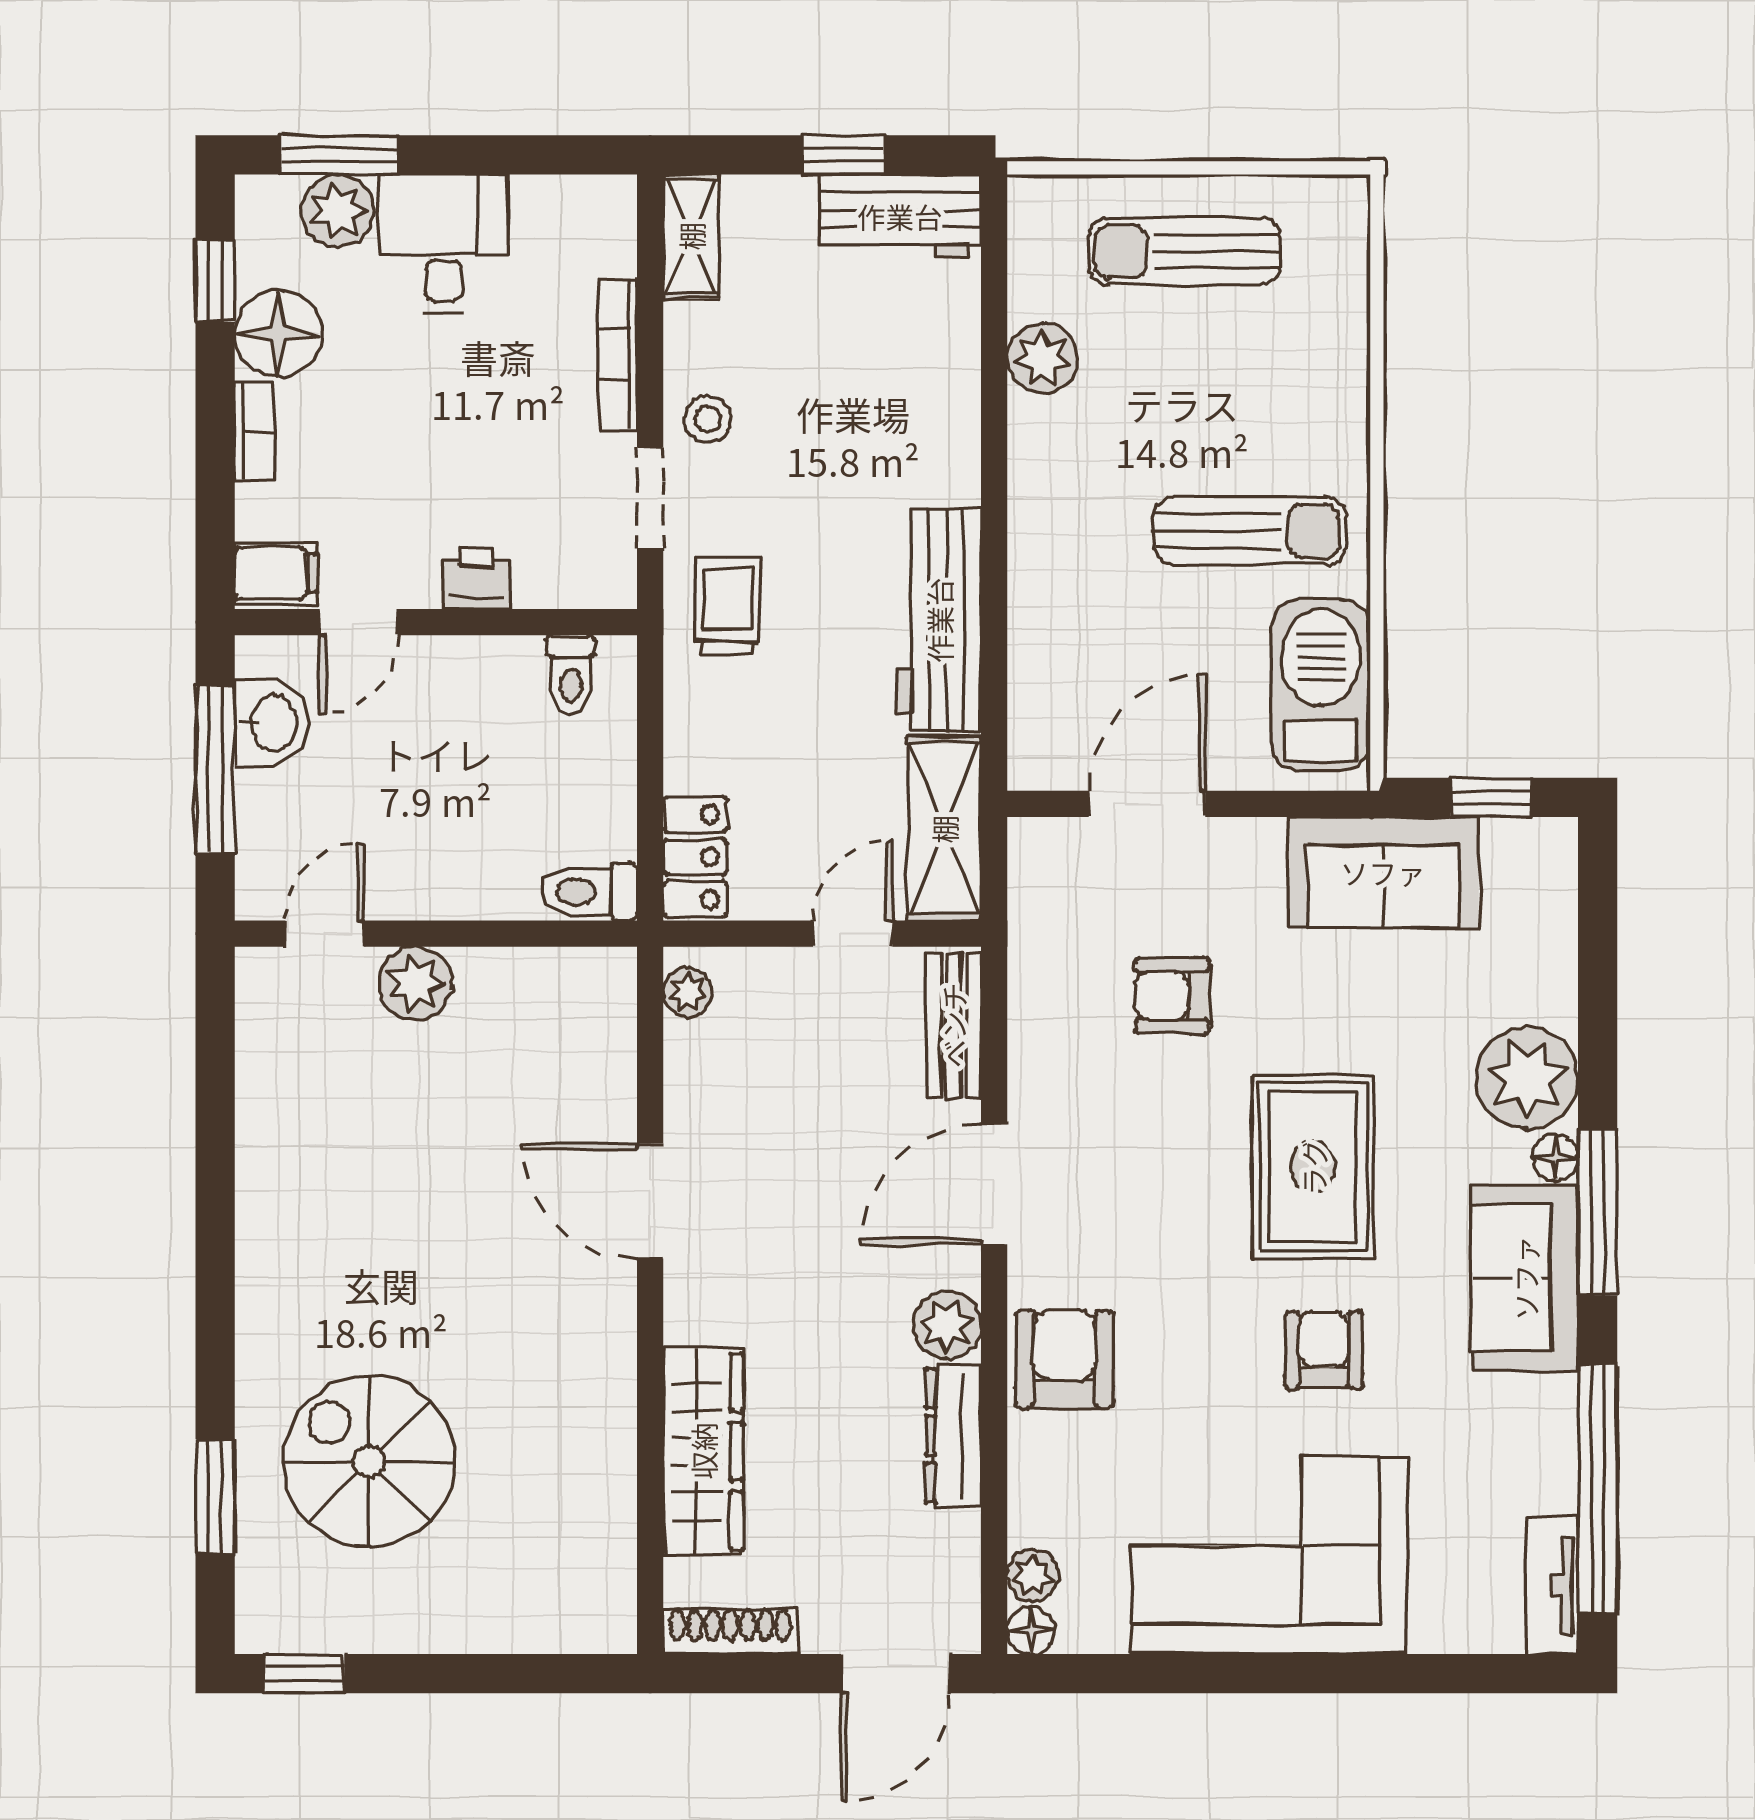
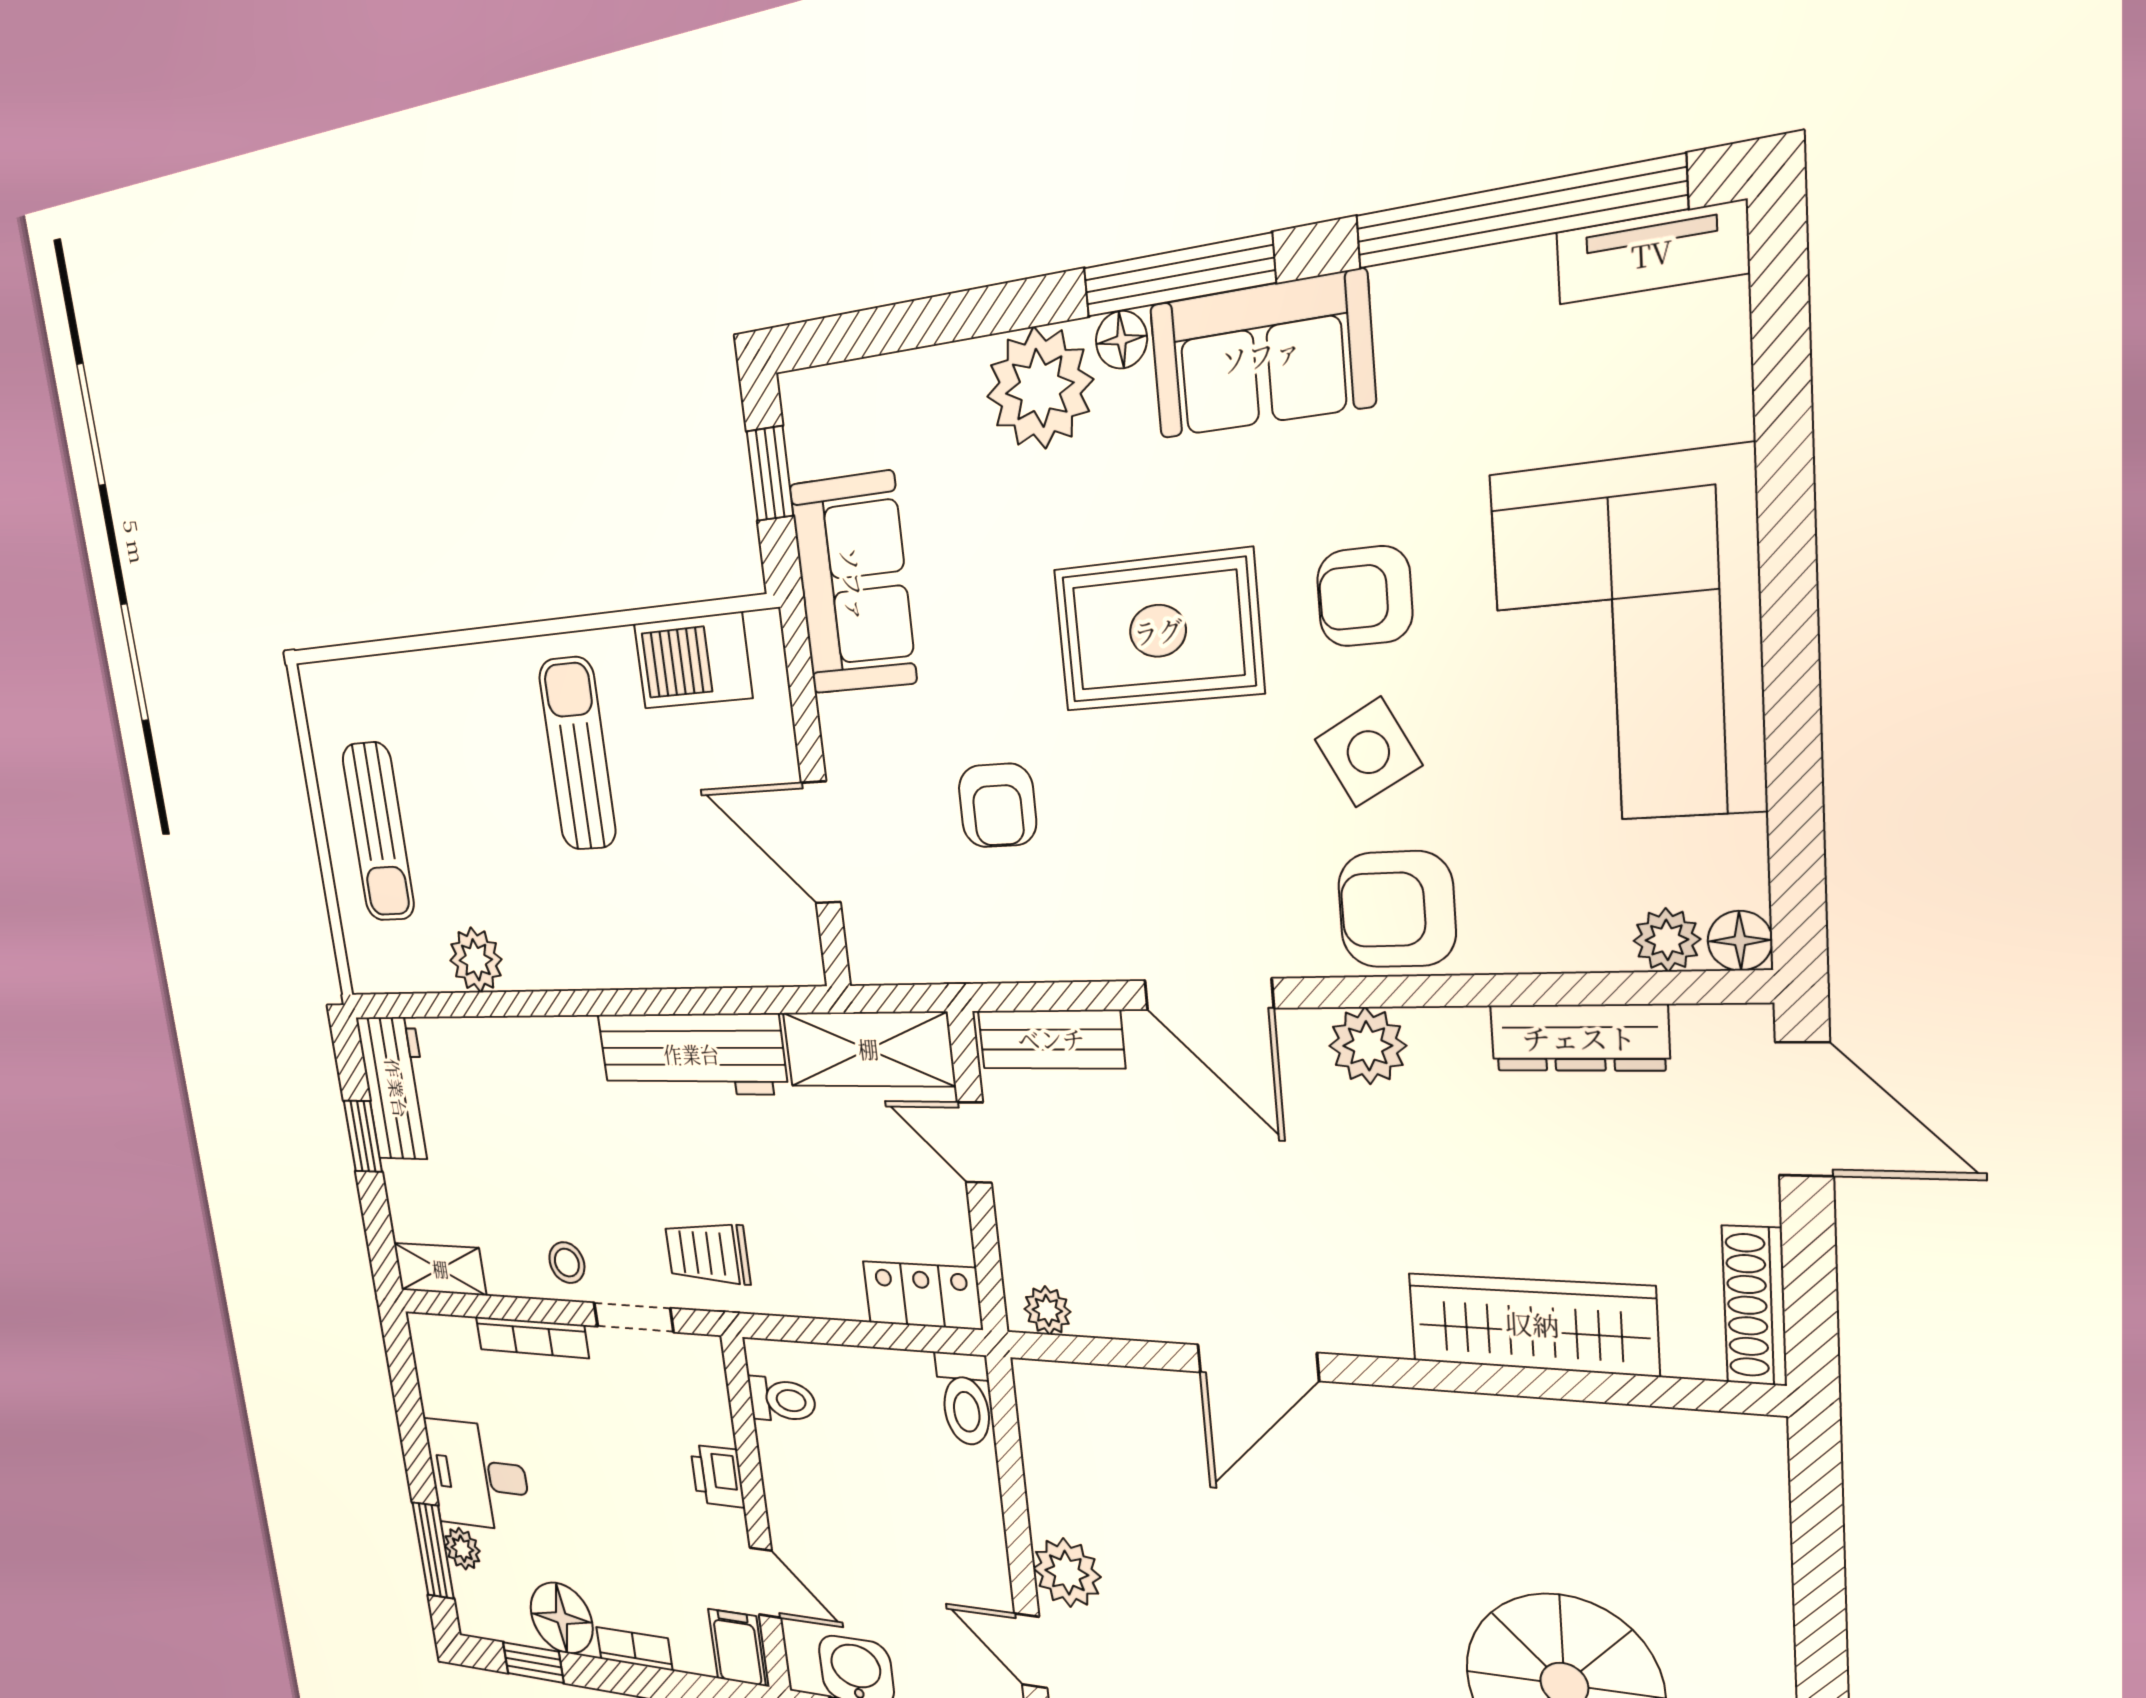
plant: (338, 211) -> (462, 1549), width x0.73, depth x0.73
barbecue: (1321, 685) -> (693, 661), width x0.73, depth x0.83
side table: (1197, 1344) -> (1368, 752), added
dresser: (953, 1435) -> (1579, 1038), moved

